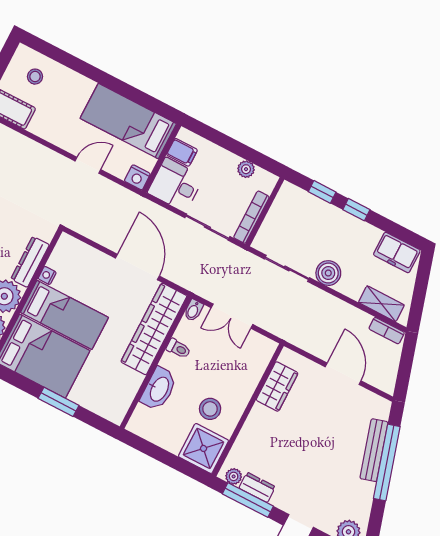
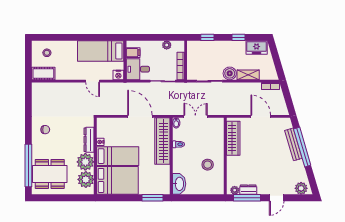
door: (88, 165) -> (93, 81), swing flipped
window: (356, 210) -> (239, 37), moved
shelving: (381, 304) -> (248, 75), moved
double door: (232, 316) -> (195, 116), swing flipped
wardrobe: (277, 387) -> (233, 138), width x1.50
washbasin: (159, 389) -> (179, 184), moved
window: (59, 402) -> (153, 198), moved
shower: (204, 448) -> (214, 184), removed

